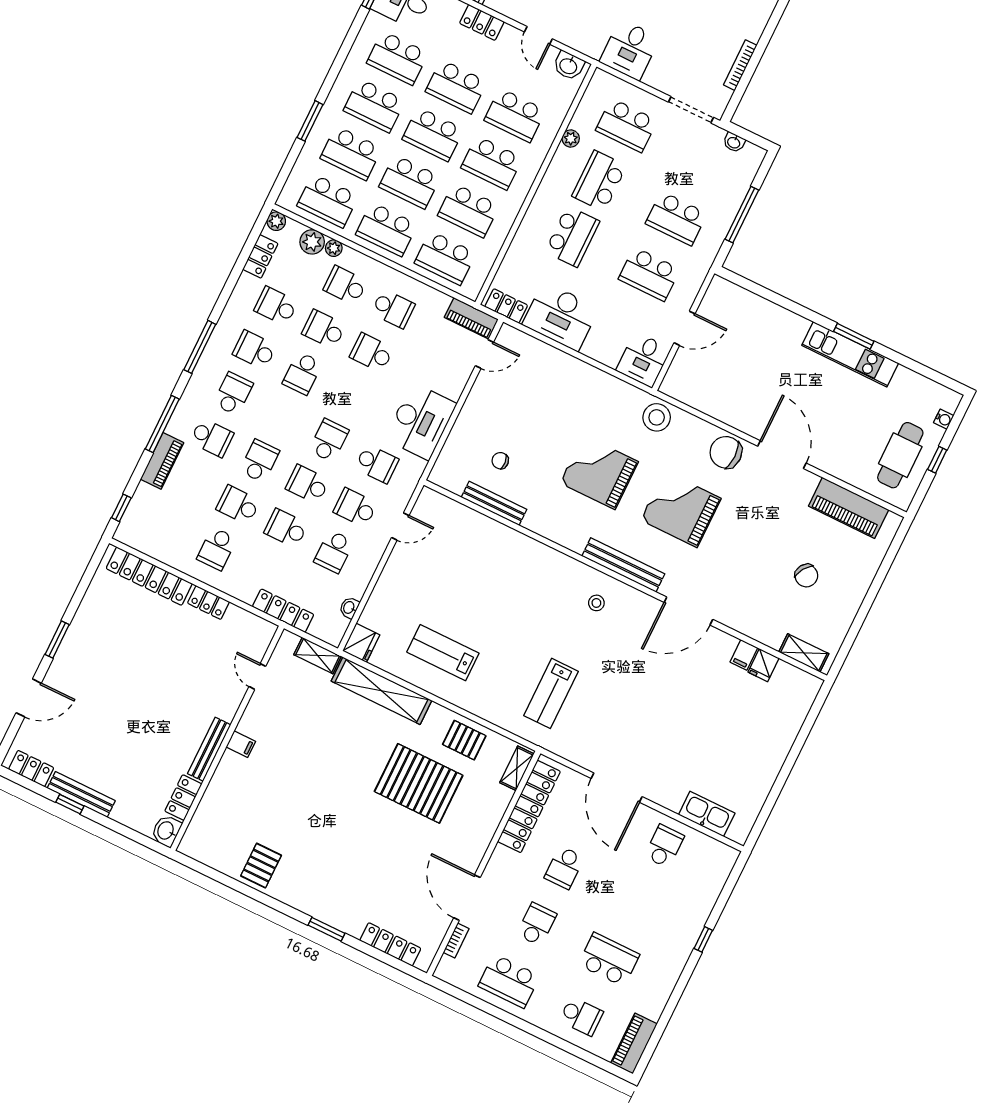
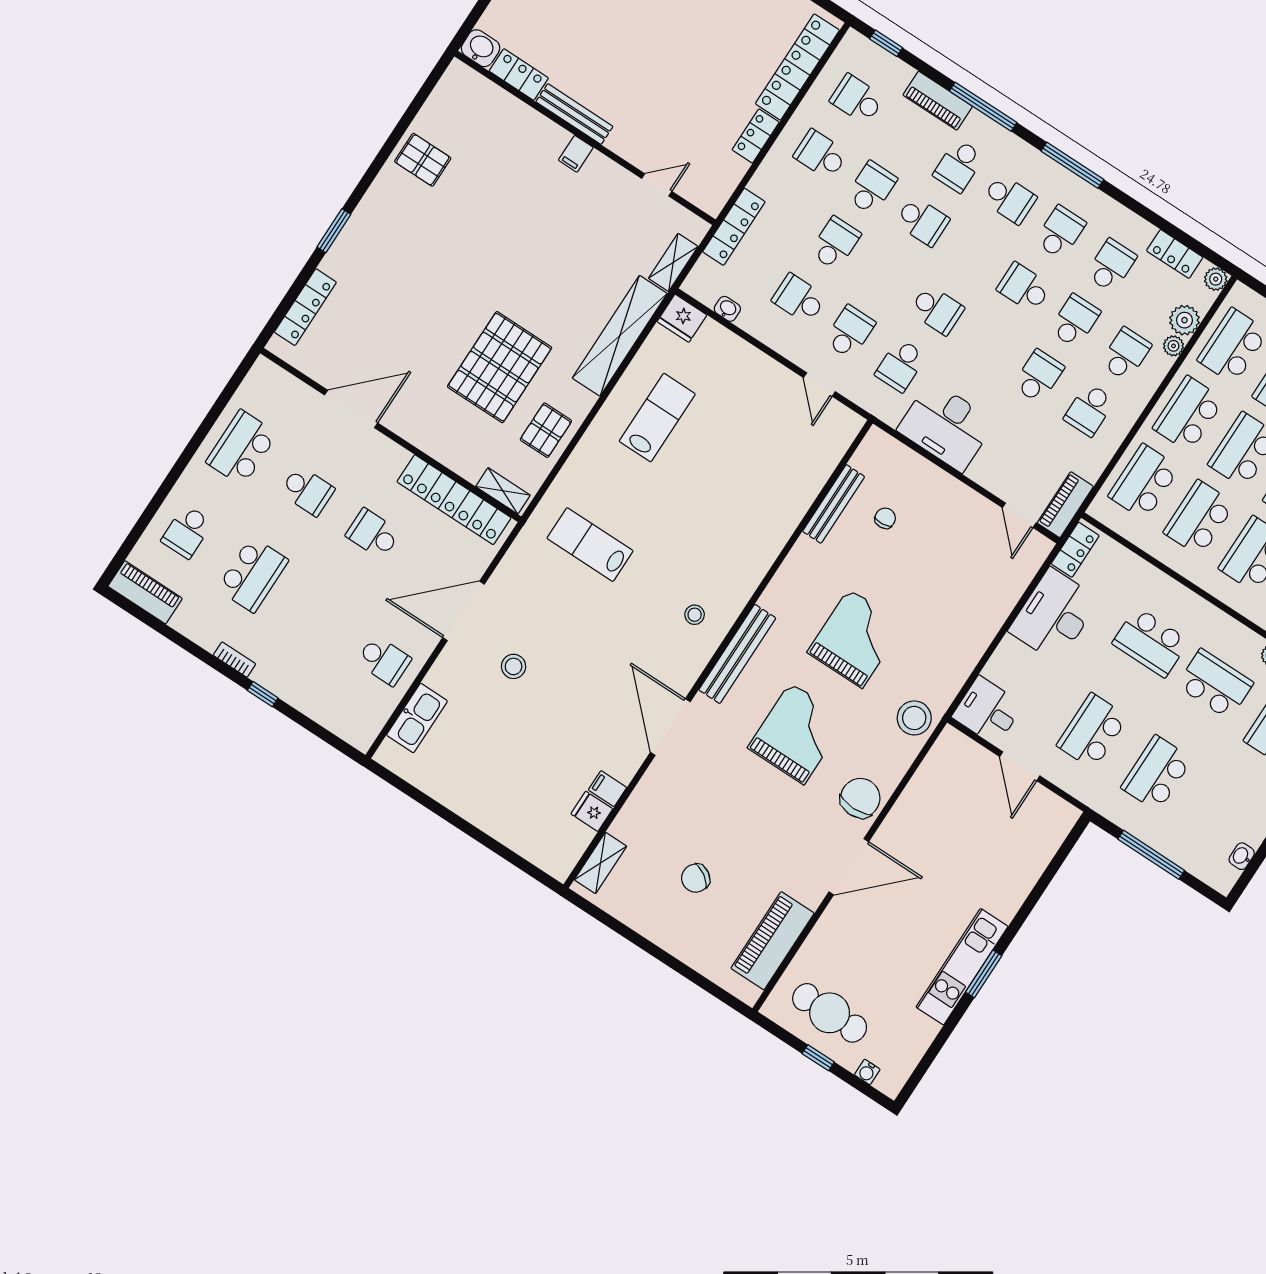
school desk: (307, 484) -> (857, 99), moved, turned -90
stool: (656, 742) -> (514, 666), added
bookcase: (456, 941) -> (234, 660), moved, turned 180

